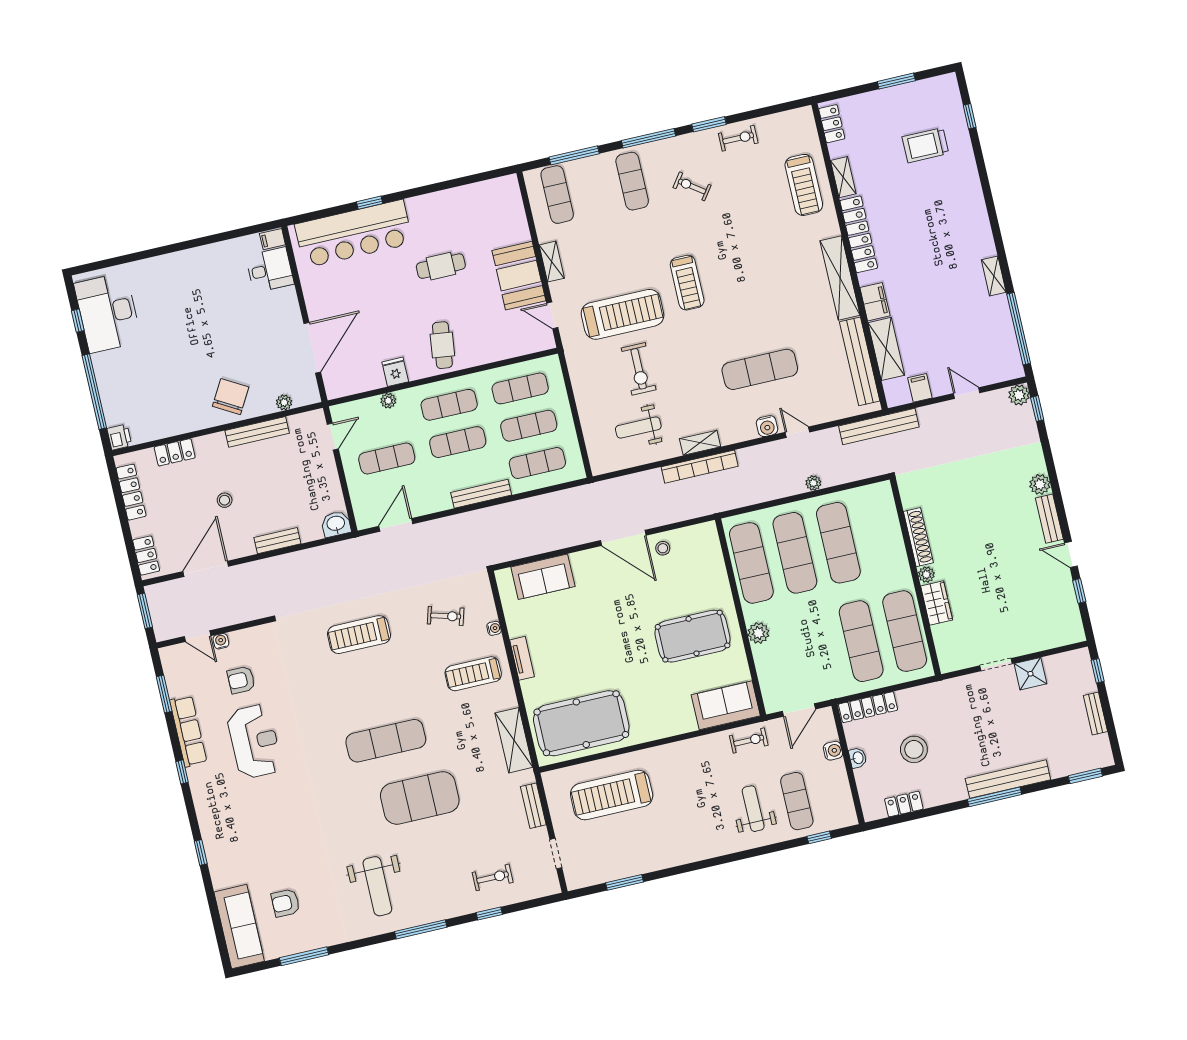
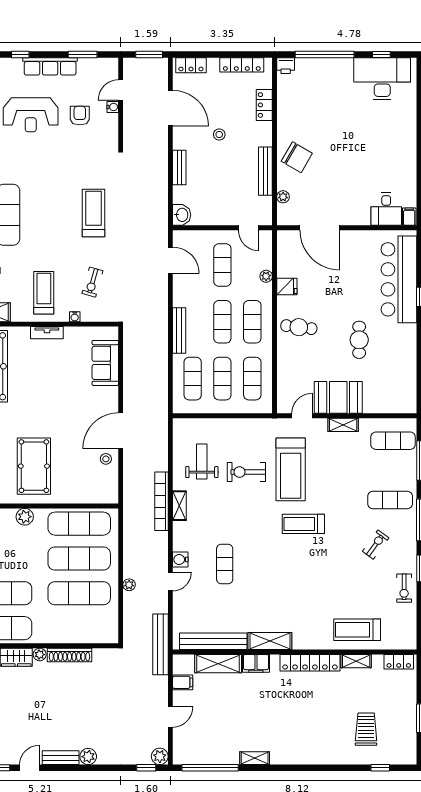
shelving: (840, 278) -> (270, 641), width x0.68
exercise mat: (760, 369) -> (225, 564), width x0.73, depth x0.69

